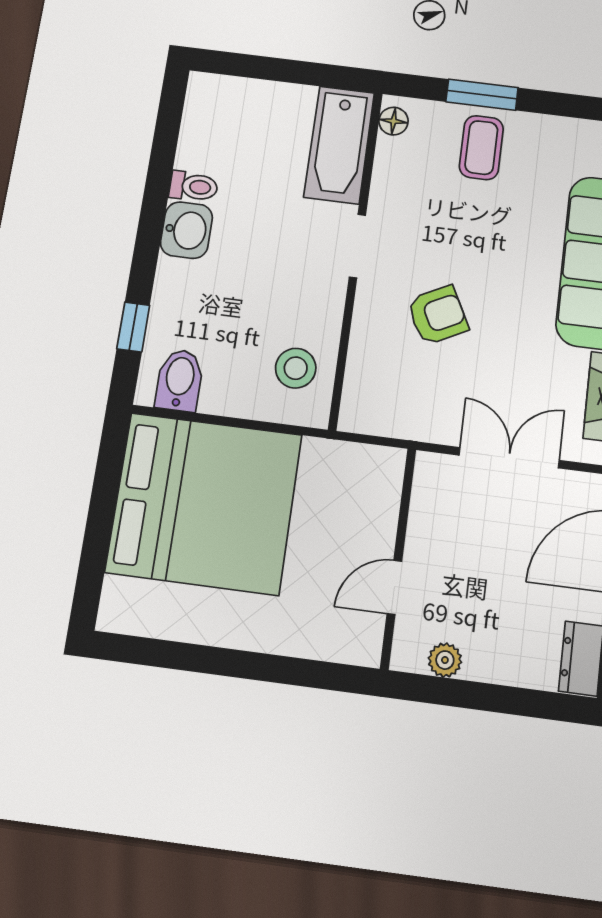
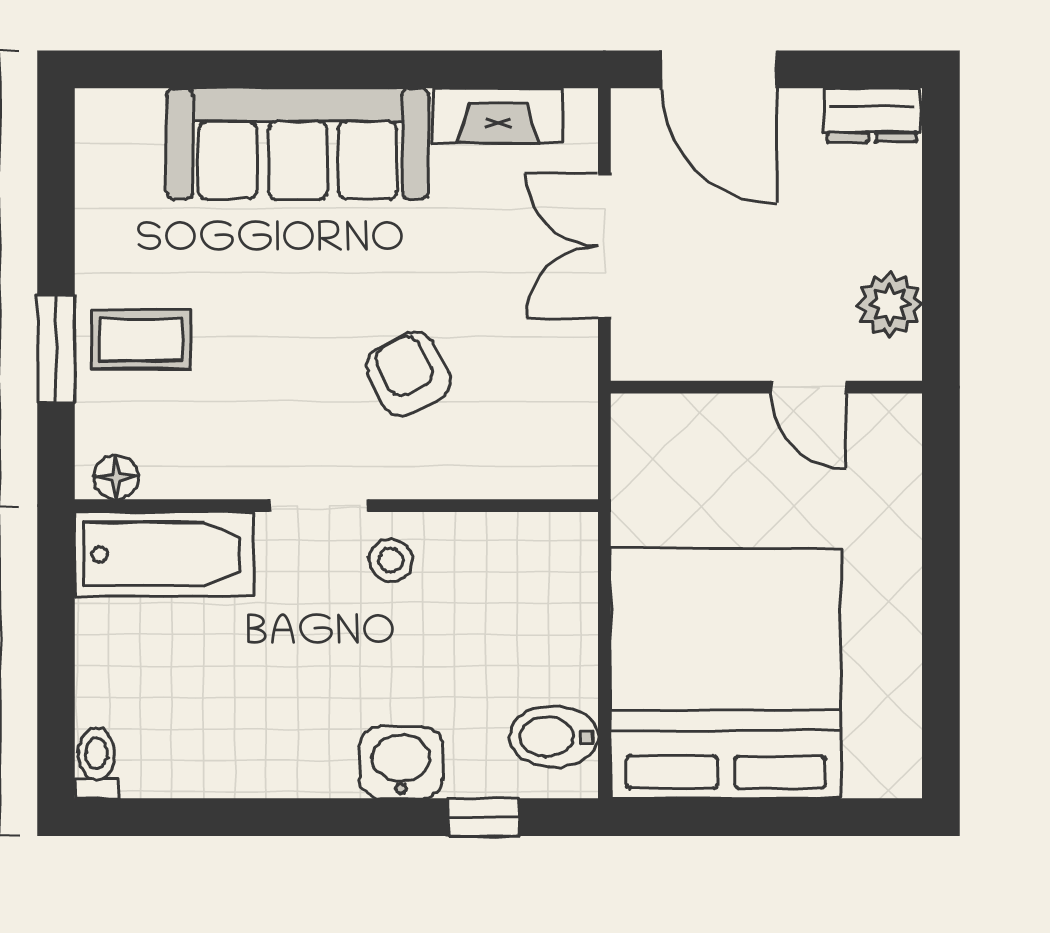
toilet: (194, 186) -> (96, 763), moved
washbasin: (187, 230) -> (401, 763), moved
stool: (296, 368) -> (391, 560), moved, width x0.73, depth x0.73
plant: (445, 660) -> (890, 304), width x1.38, depth x1.38

